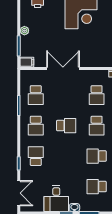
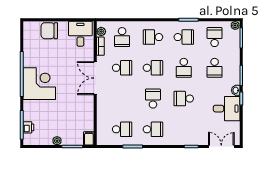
double door: (63, 69) -> (95, 78), moved
school desk: (36, 156) -> (184, 99), moved

